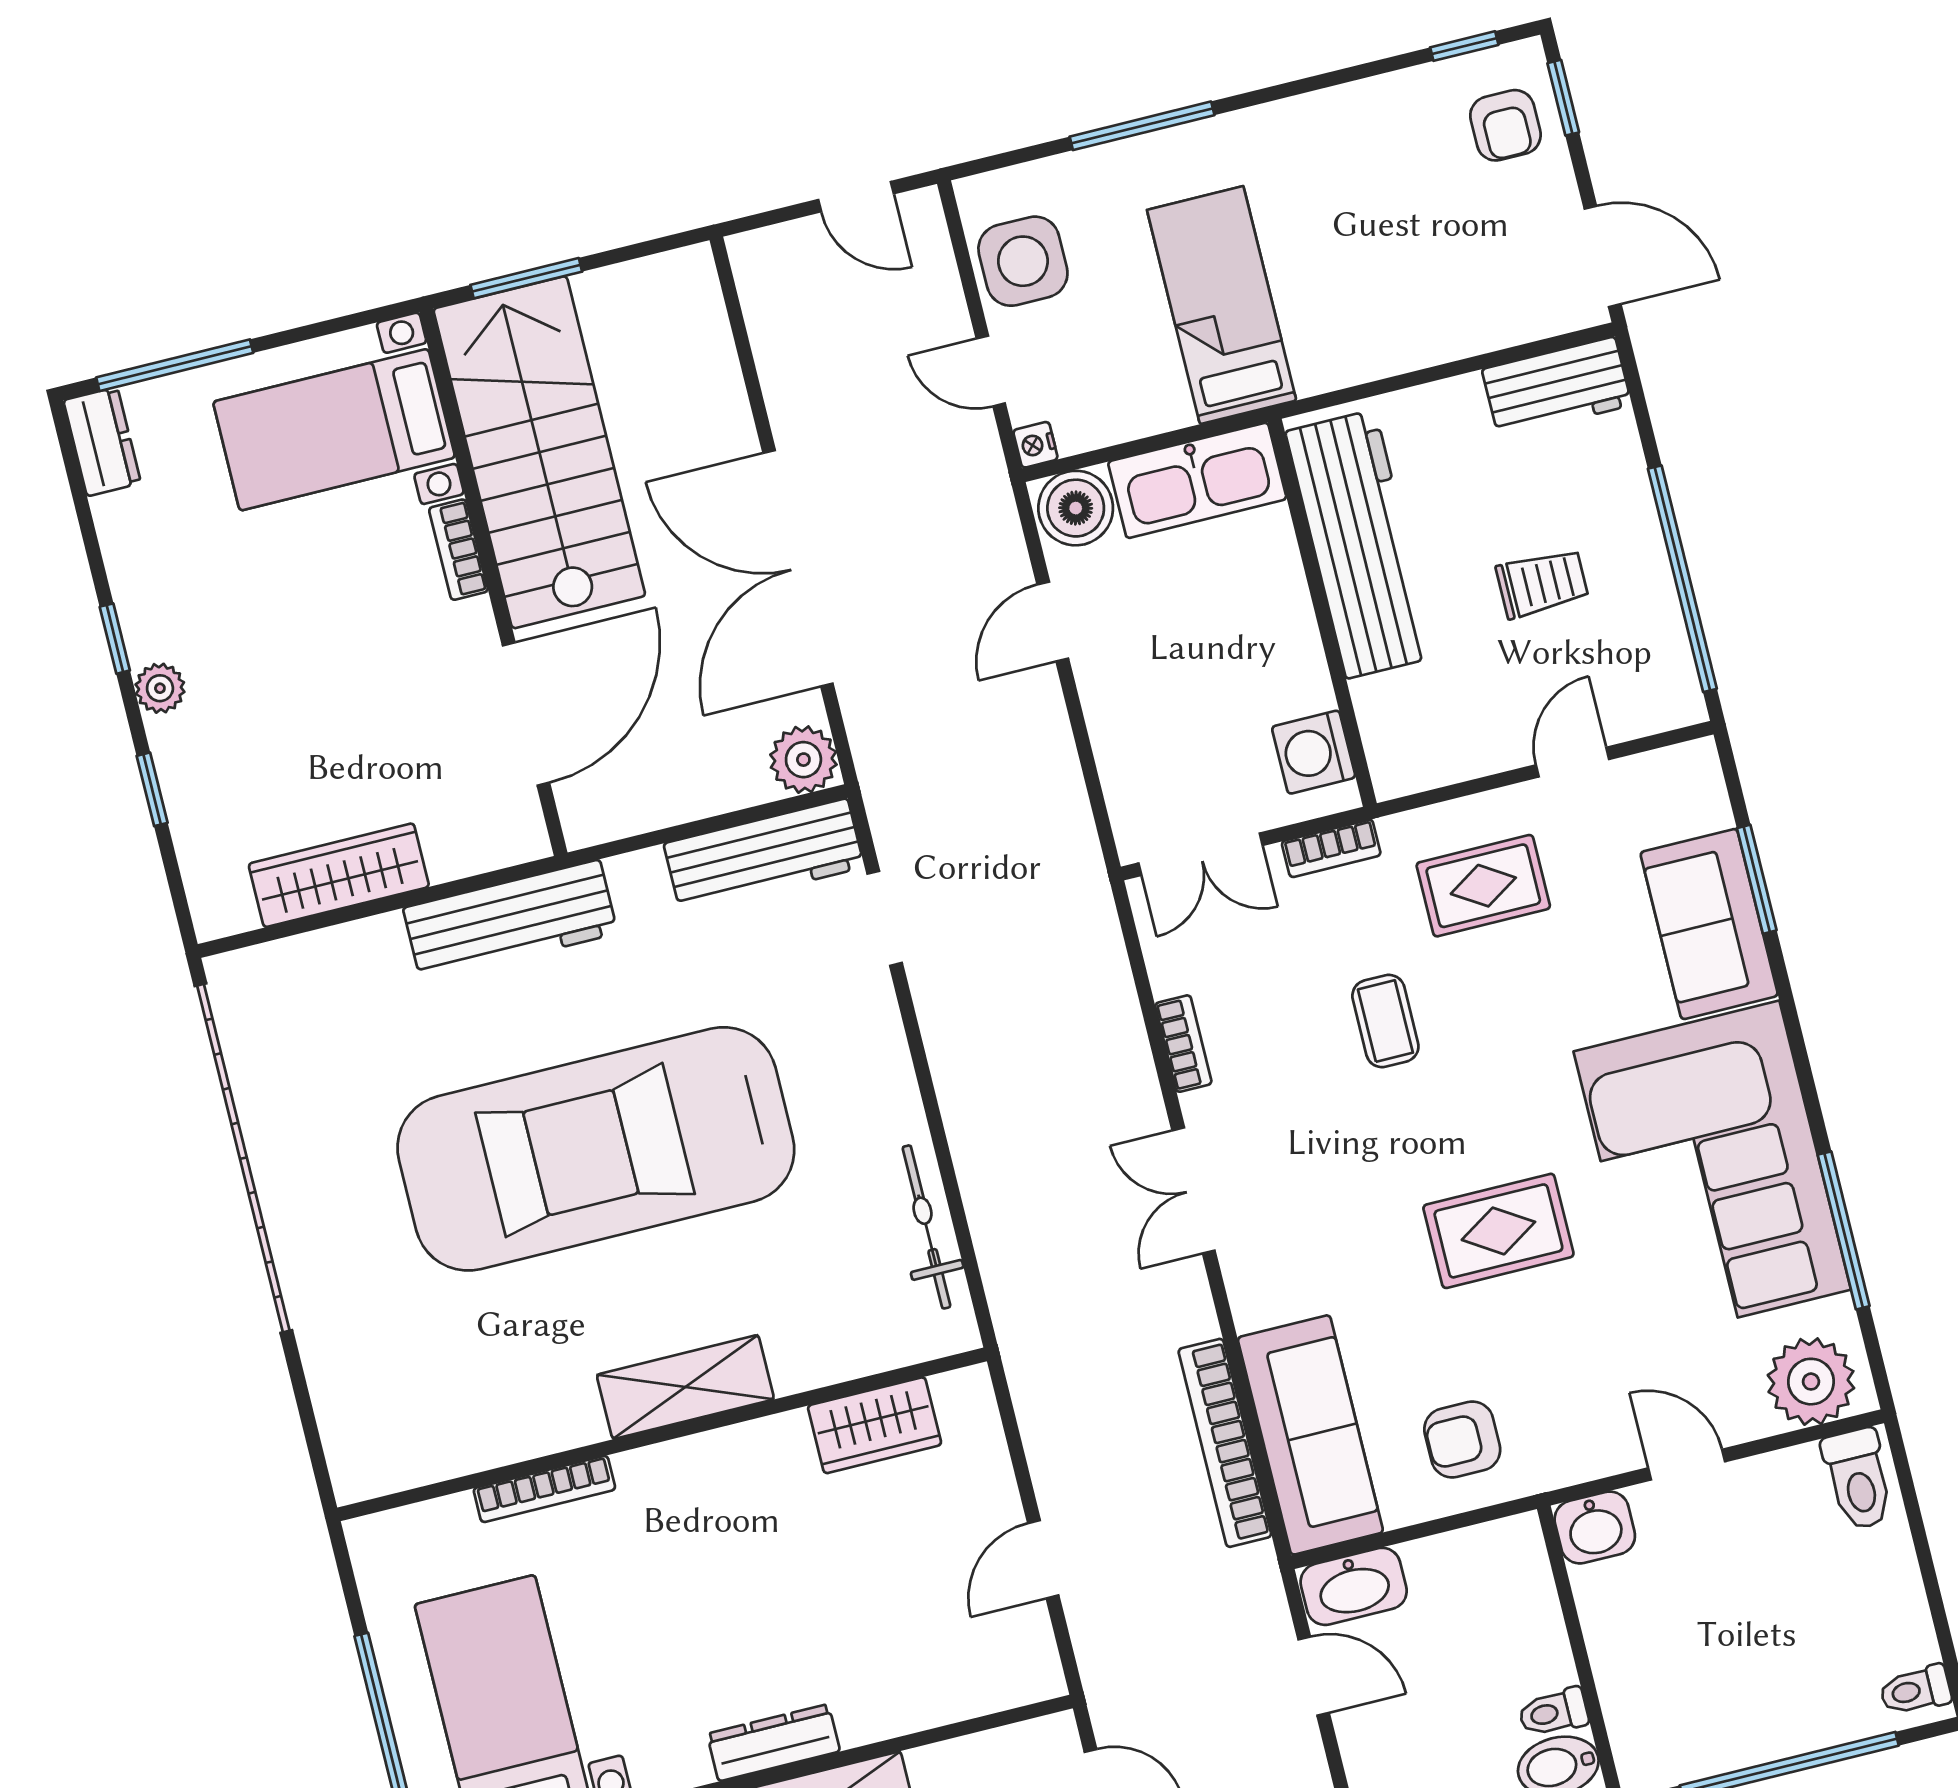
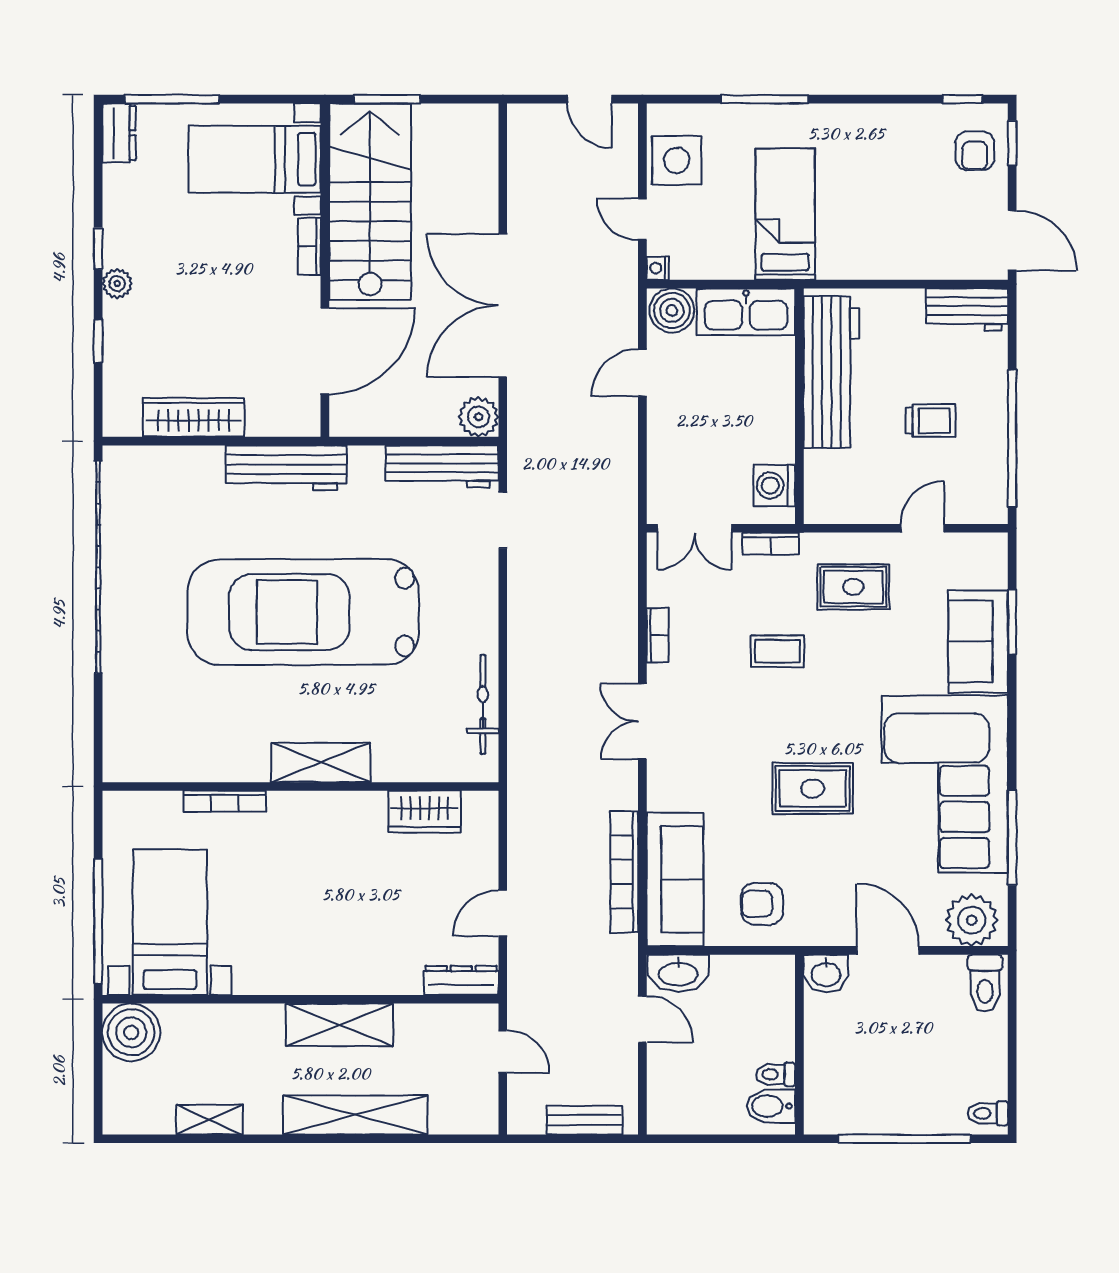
coffee table: (1385, 1021) -> (777, 651), turned 90
door: (1687, 1465) -> (888, 950), width x1.38
dresser: (773, 1743) -> (461, 980), moved

